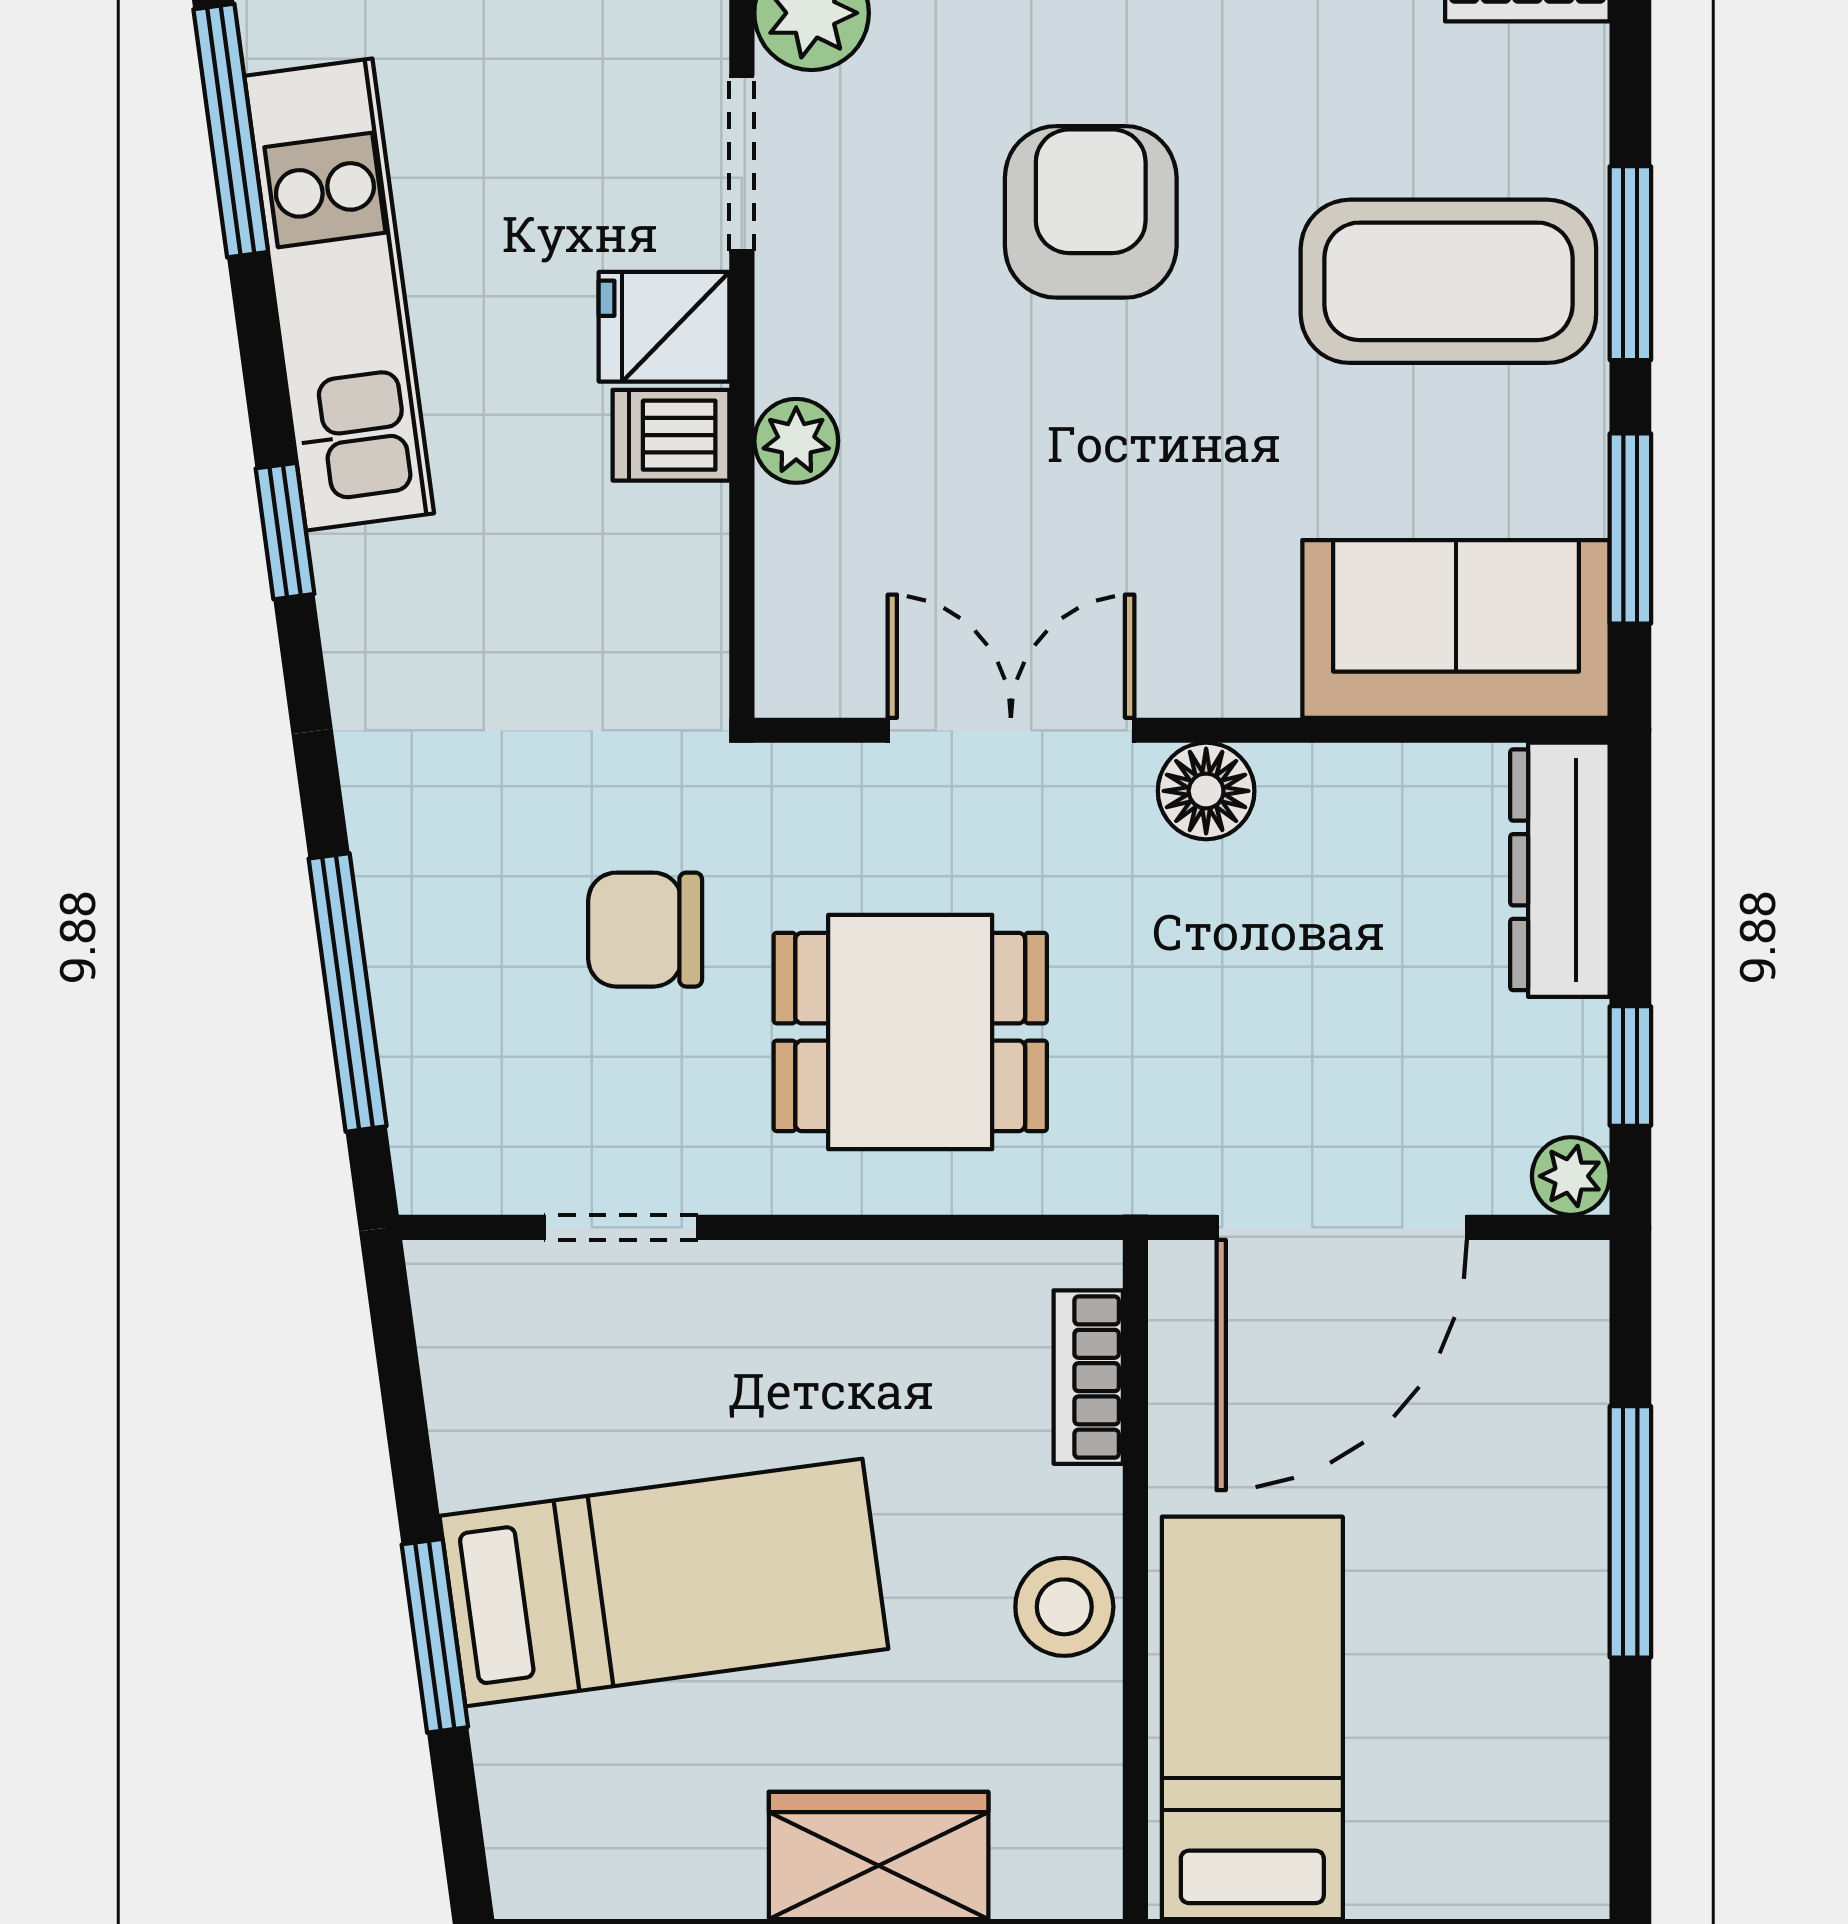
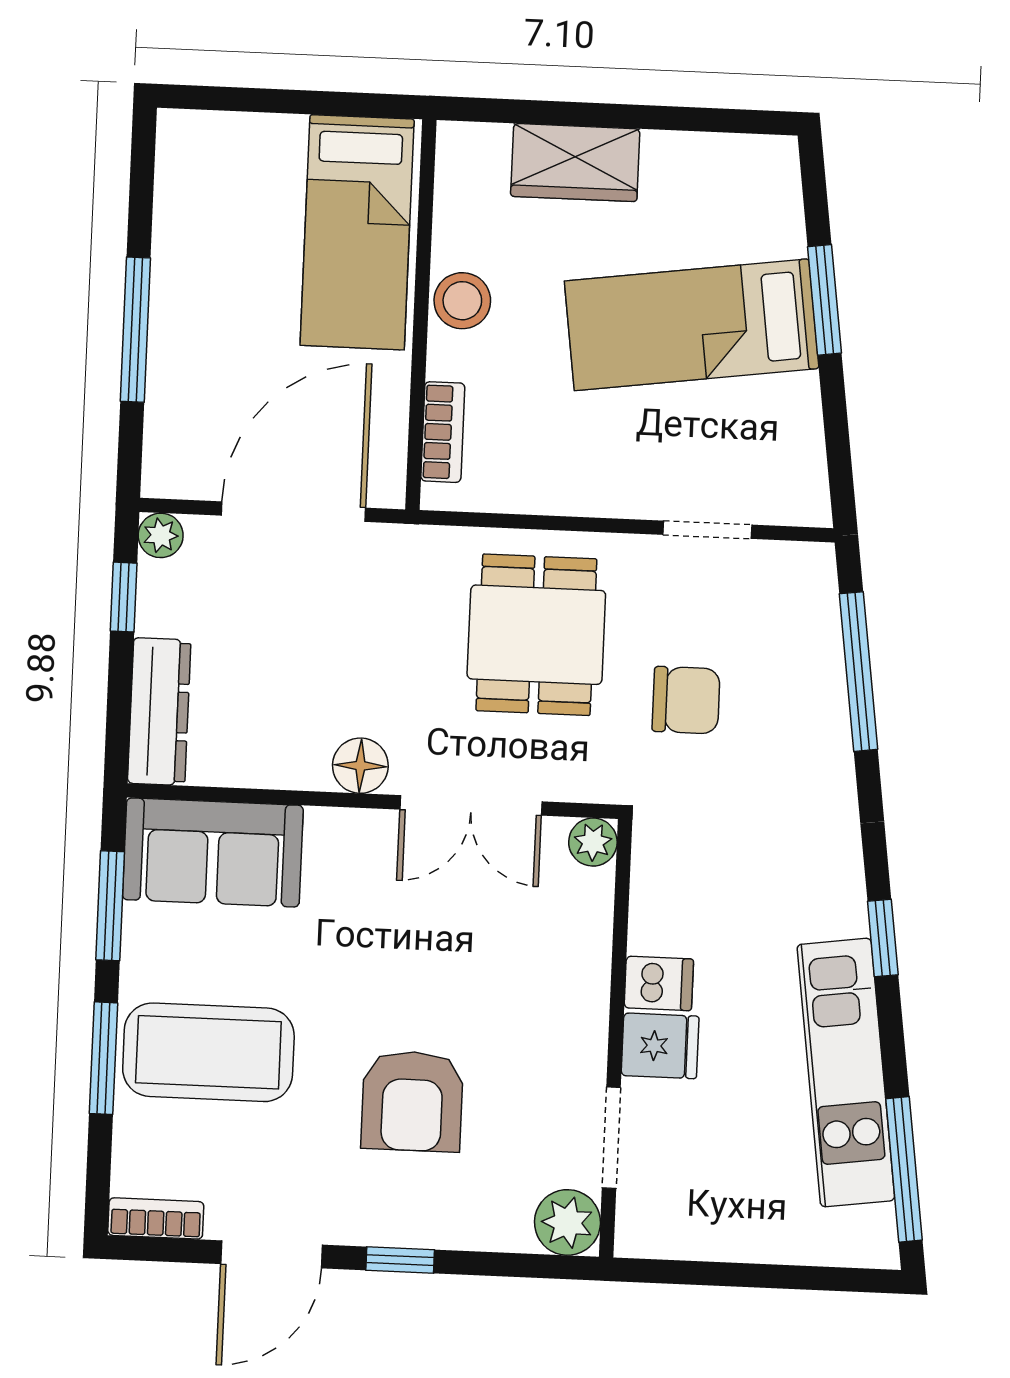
plant: (796, 441) -> (593, 842), moved
dining table: (910, 1032) -> (536, 635), turned 90

